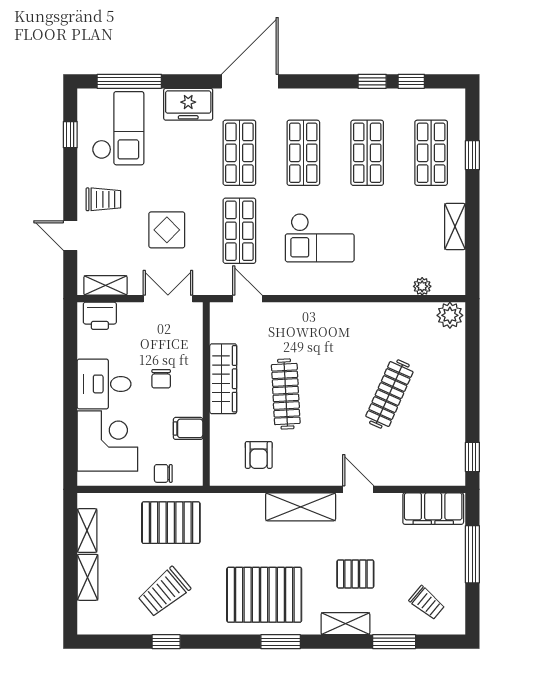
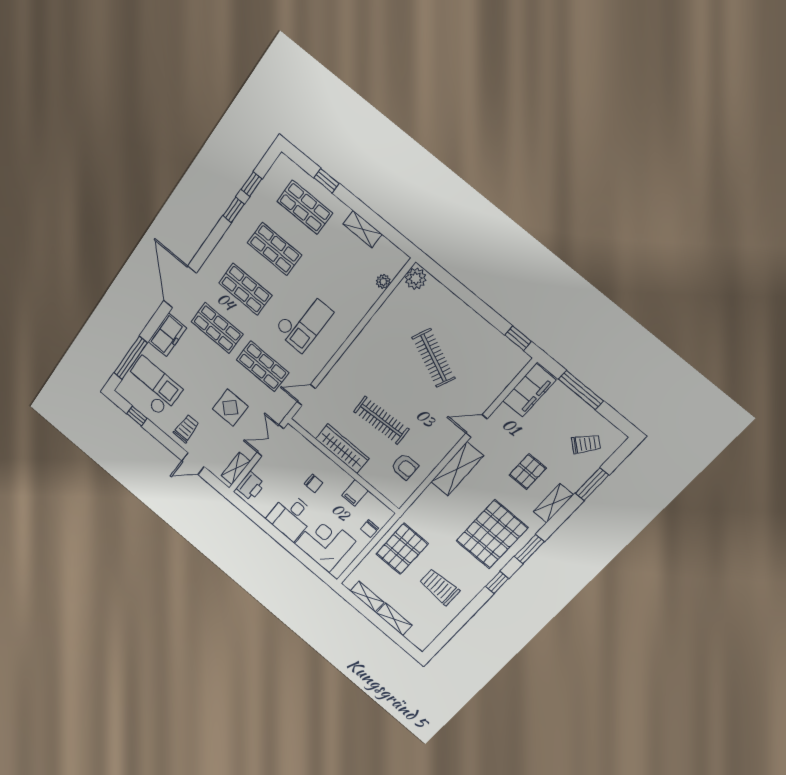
trolley: (164, 592) -> (439, 587), turned 130
window: (166, 642) -> (497, 582), moved

